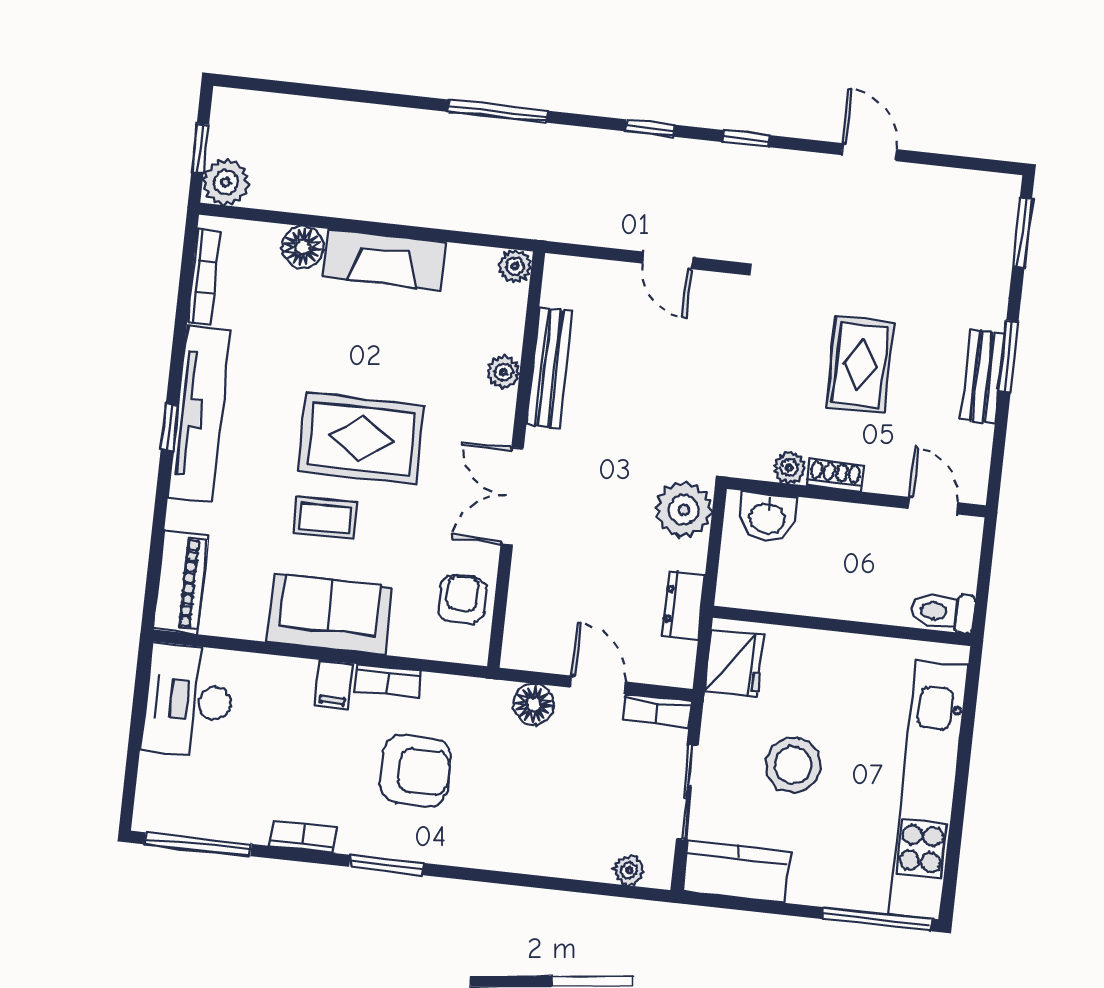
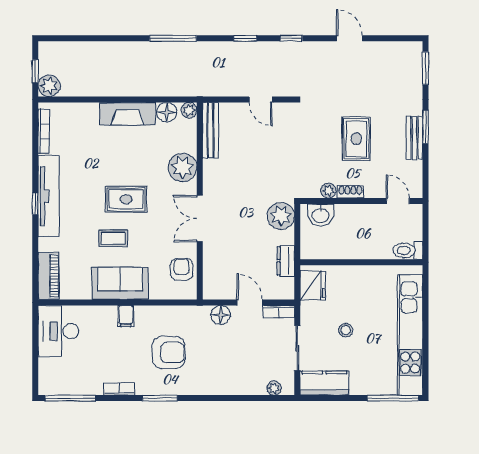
floor lamp: (303, 247) -> (167, 112), moved
bench: (549, 368) -> (210, 130), moved
plant: (503, 372) -> (183, 167), width x1.88, depth x1.88
rug: (361, 439) -> (126, 199), width x0.73, depth x0.70
bookcase: (388, 681) -> (151, 311), removed
stool: (793, 765) -> (346, 330), width x0.53, depth x0.53

